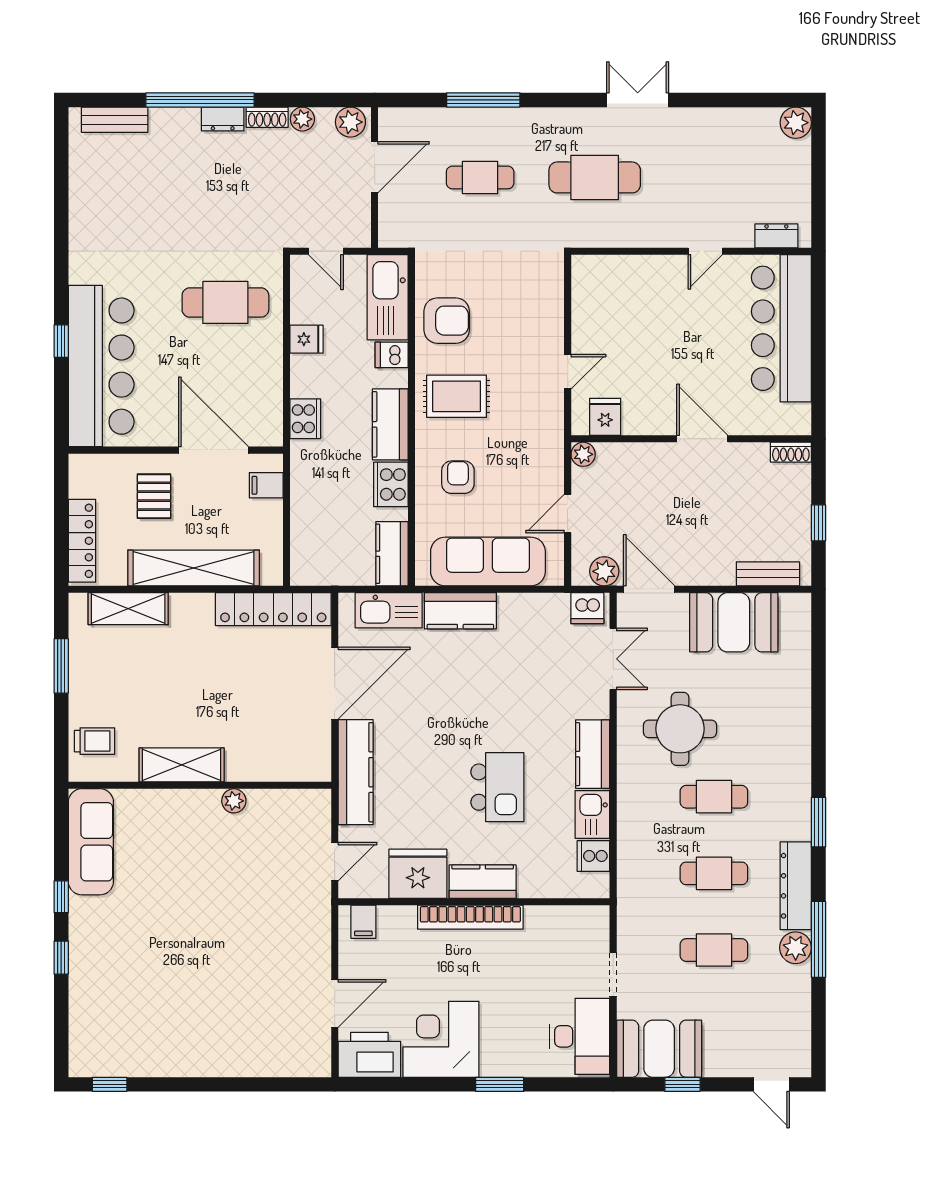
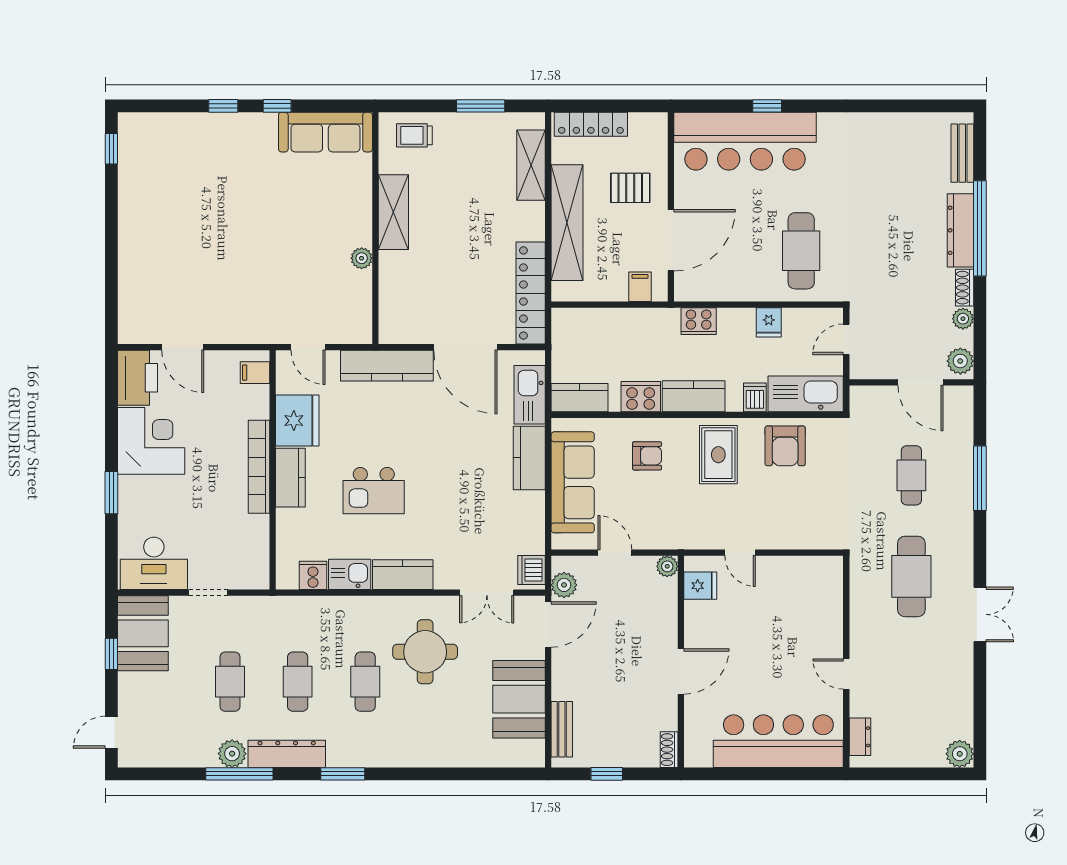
dresser: (223, 119) -> (960, 230), width x1.96, depth x1.24
trolley: (95, 741) -> (414, 135), turned 90

